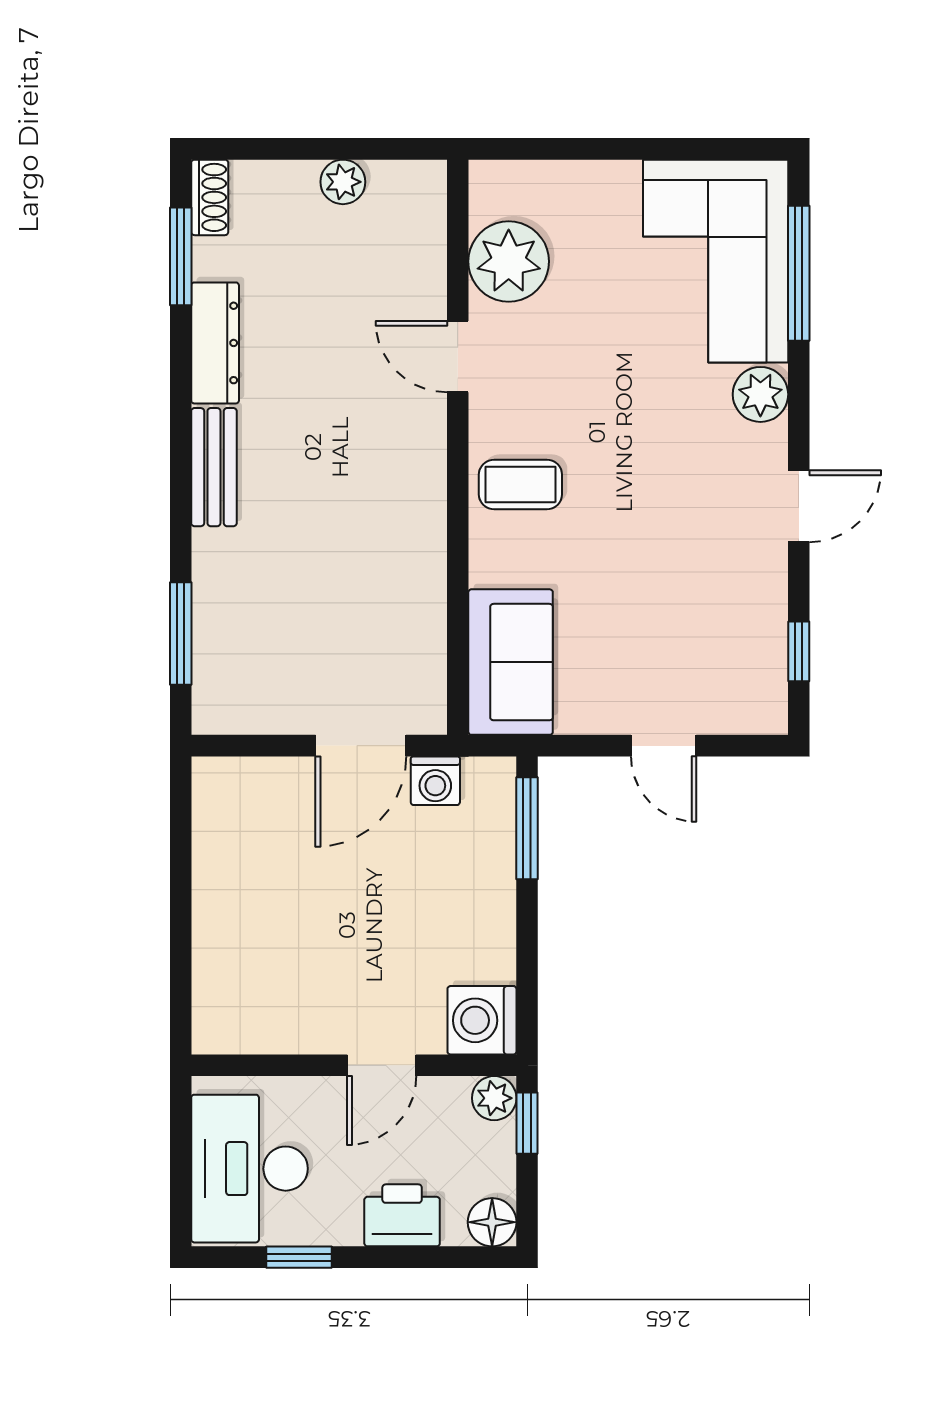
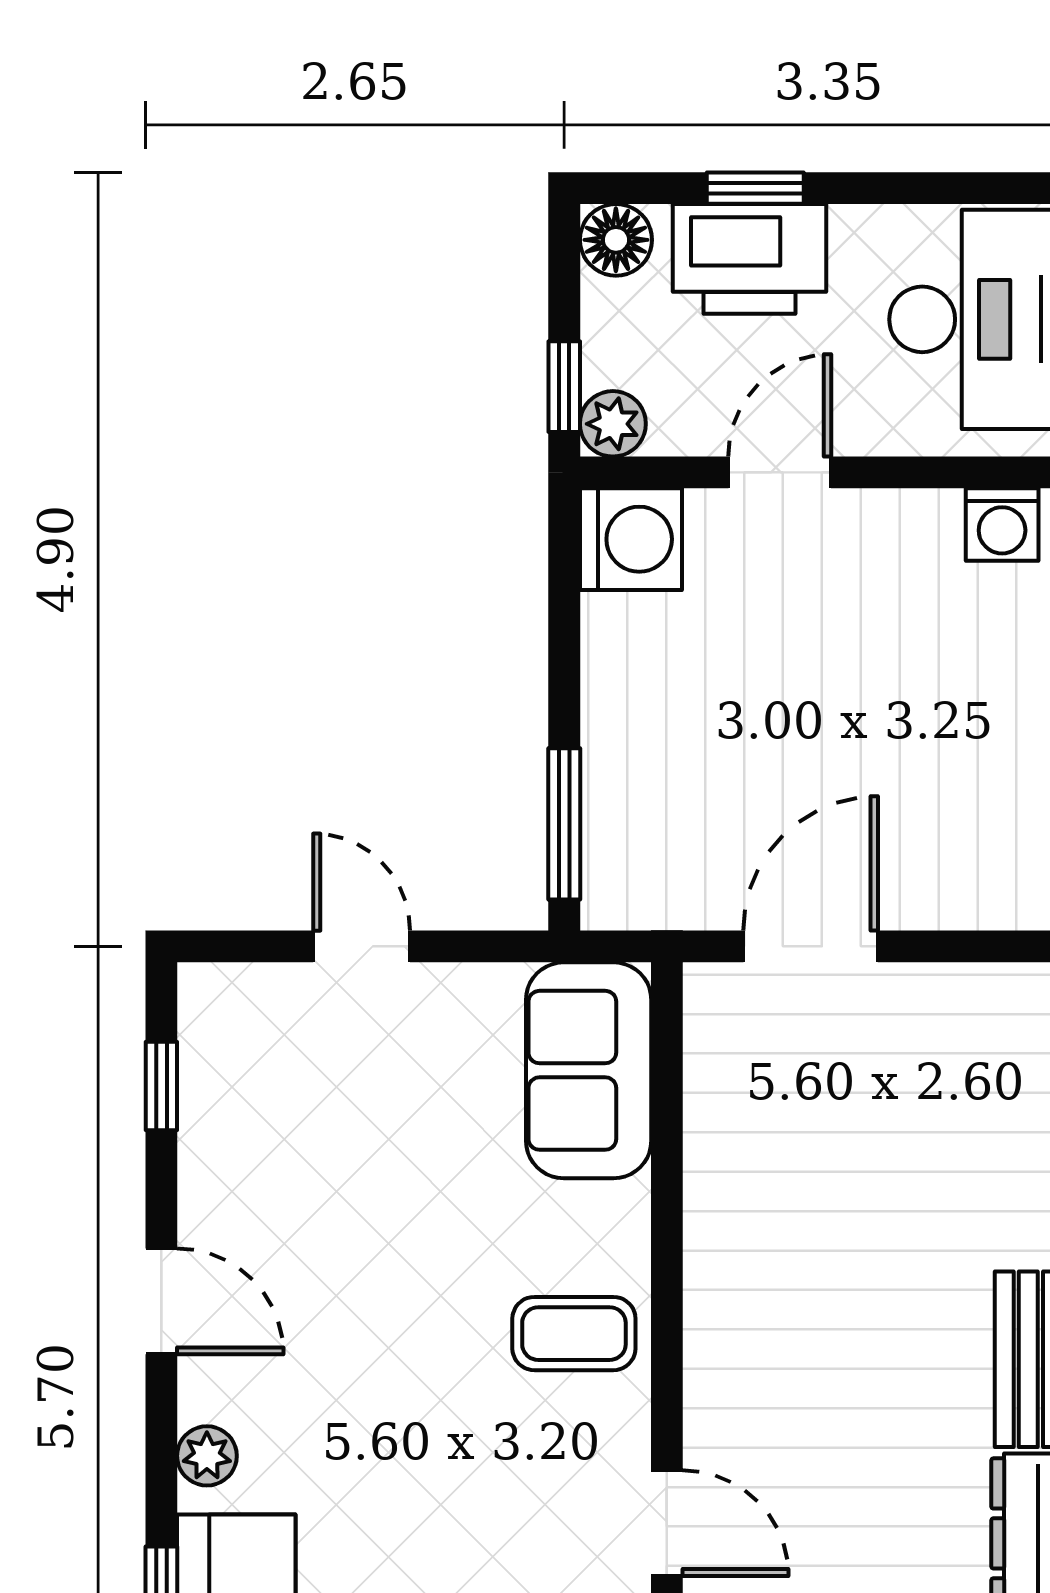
plant: (760, 394) -> (207, 1456), width x0.73, depth x0.73
door: (799, 506) -> (161, 1301), swing flipped
washing machine: (435, 781) -> (1002, 525), moved, turned 180
printer: (402, 1215) -> (749, 259), width x1.37, depth x1.19
window: (299, 1257) -> (755, 188), moved

